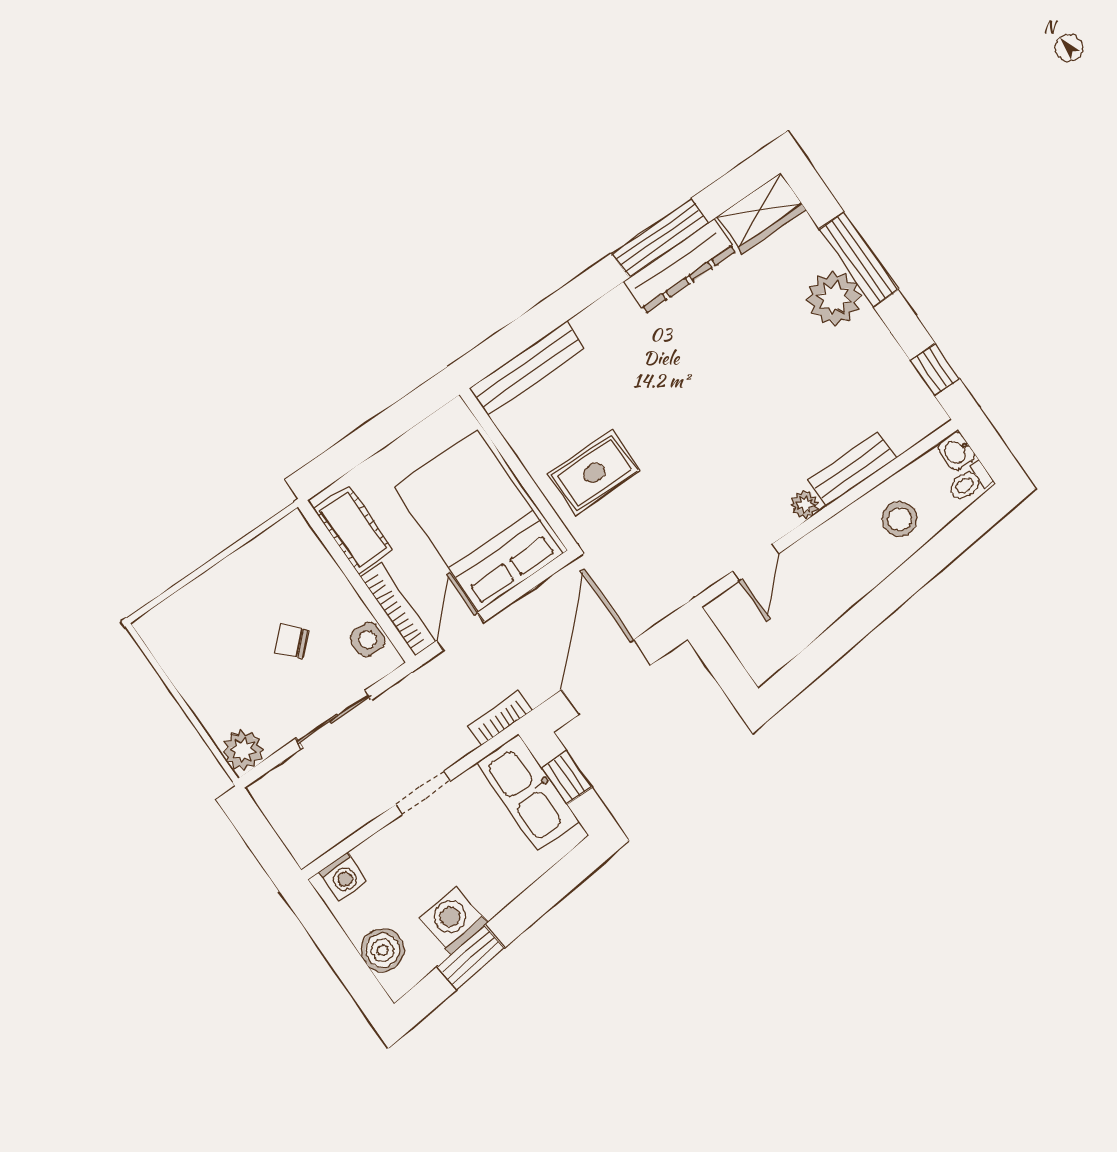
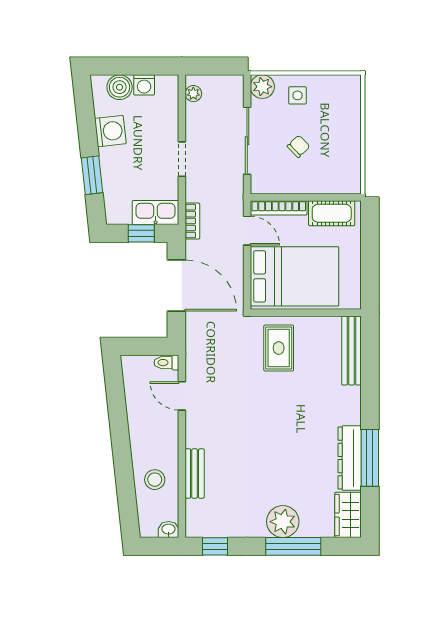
toilet: (970, 482) -> (166, 363), moved, turned -90
plant: (805, 505) -> (193, 94), moved
side table: (368, 640) -> (298, 95), moved
sliding door: (334, 719) -> (247, 141), width x1.37
kitchen sink: (528, 792) -> (156, 212), width x0.73, depth x0.81
washing machine: (343, 876) -> (144, 85), moved, turned -90
window: (471, 957) -> (92, 175), moved

